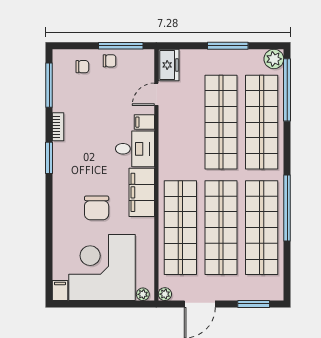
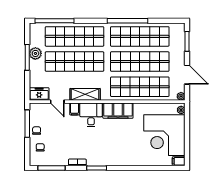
plant: (274, 59) -> (35, 53), moved
shelving: (168, 139) -> (85, 94), added
chair: (97, 208) -> (128, 139), removed

